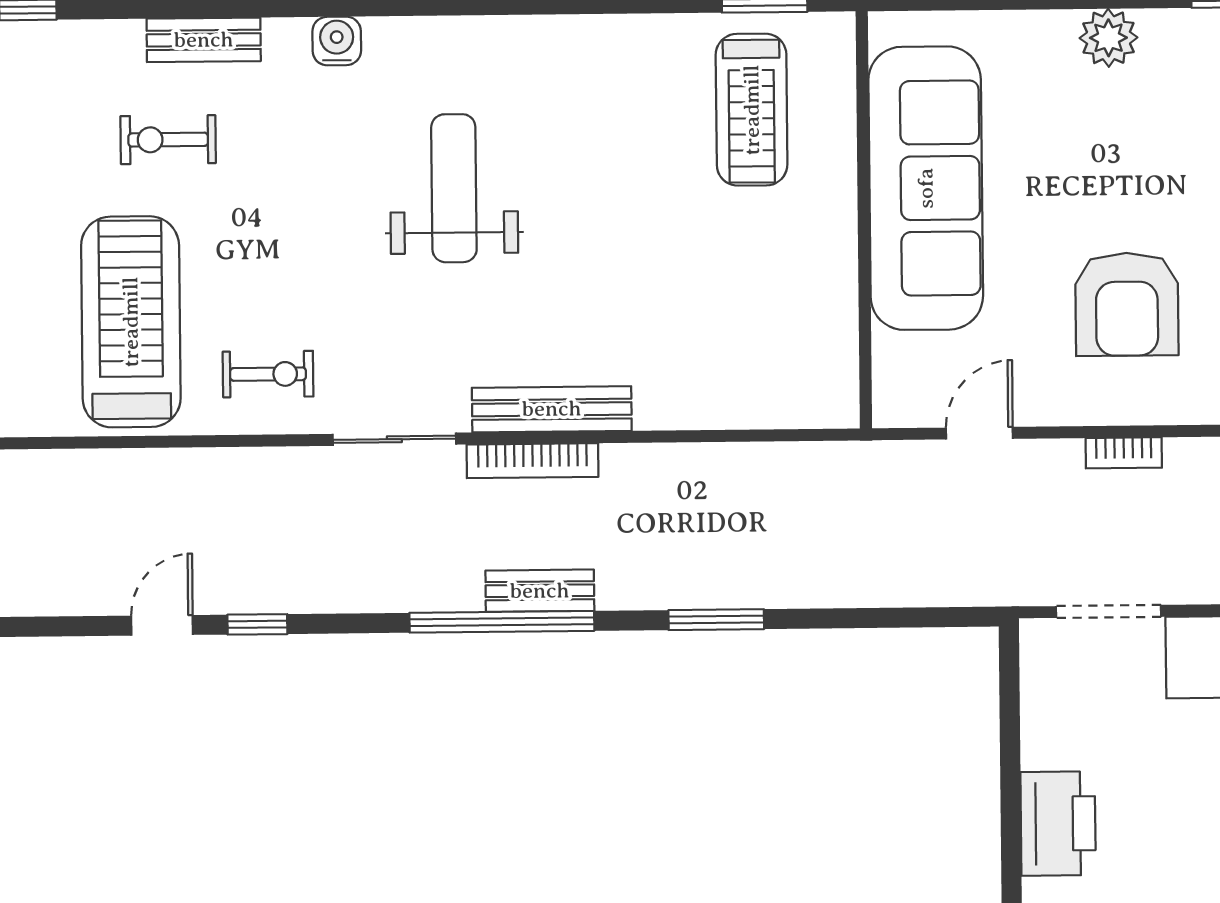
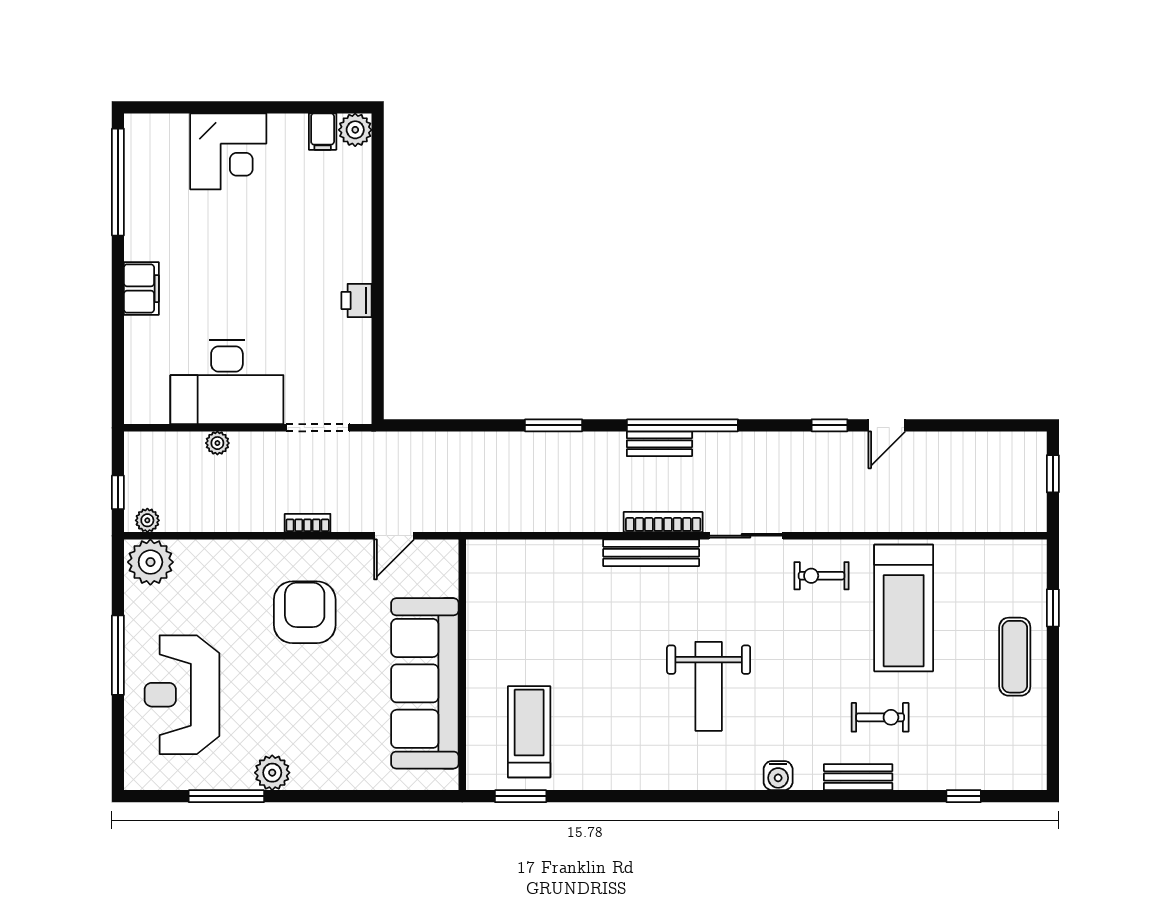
plant: (1108, 38) -> (272, 773), moved
printer: (1058, 824) -> (357, 300), width x0.53, depth x0.68

